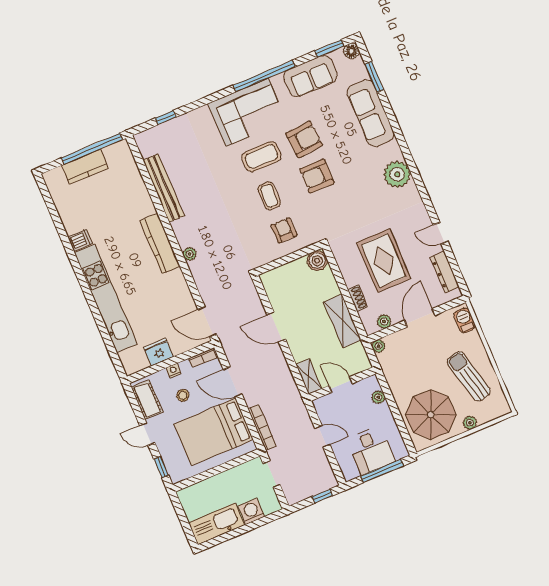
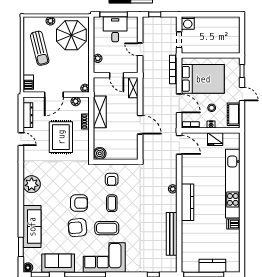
washing machine: (251, 511) -> (188, 23), moved
kitchen sink: (217, 524) -> (224, 24), removed

